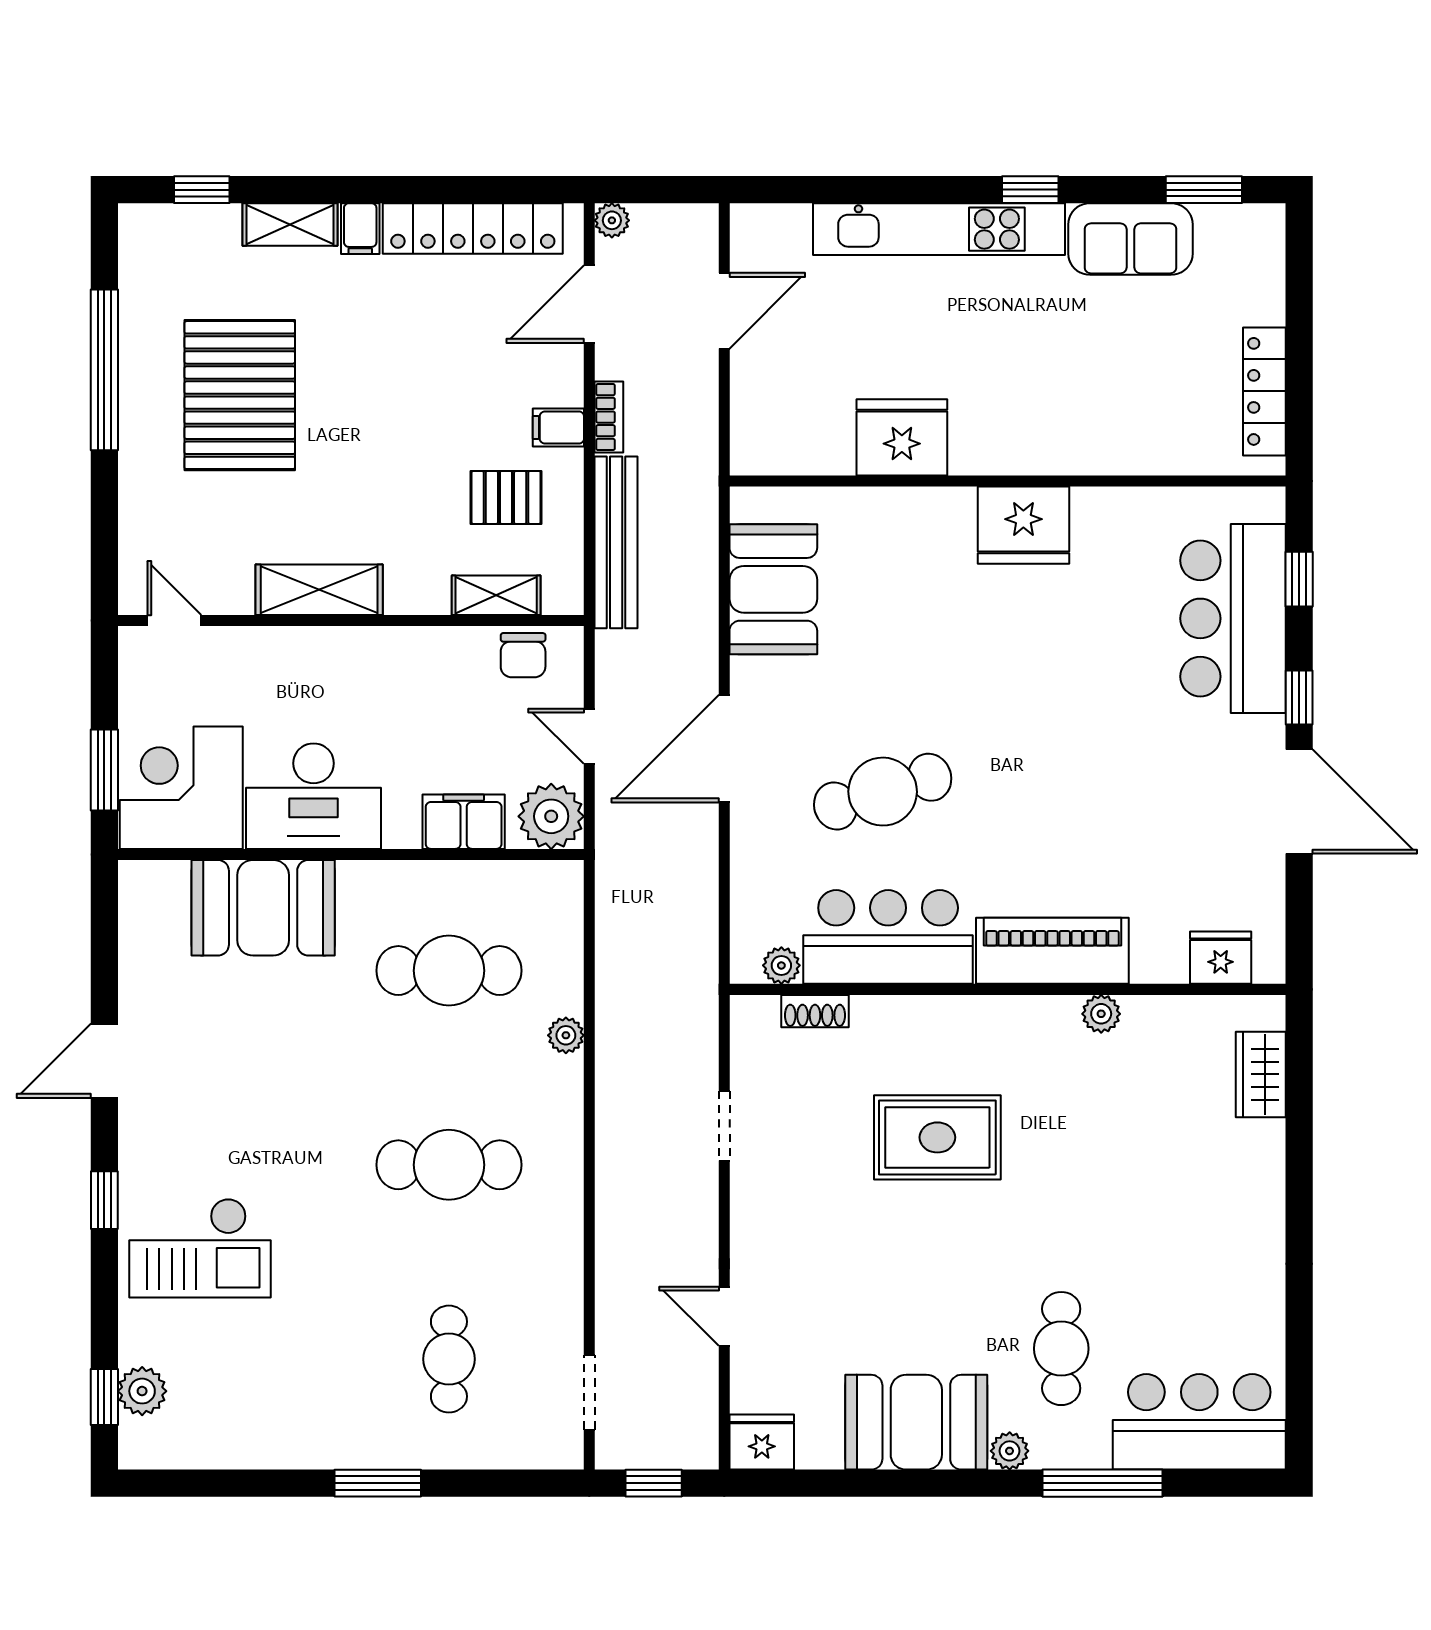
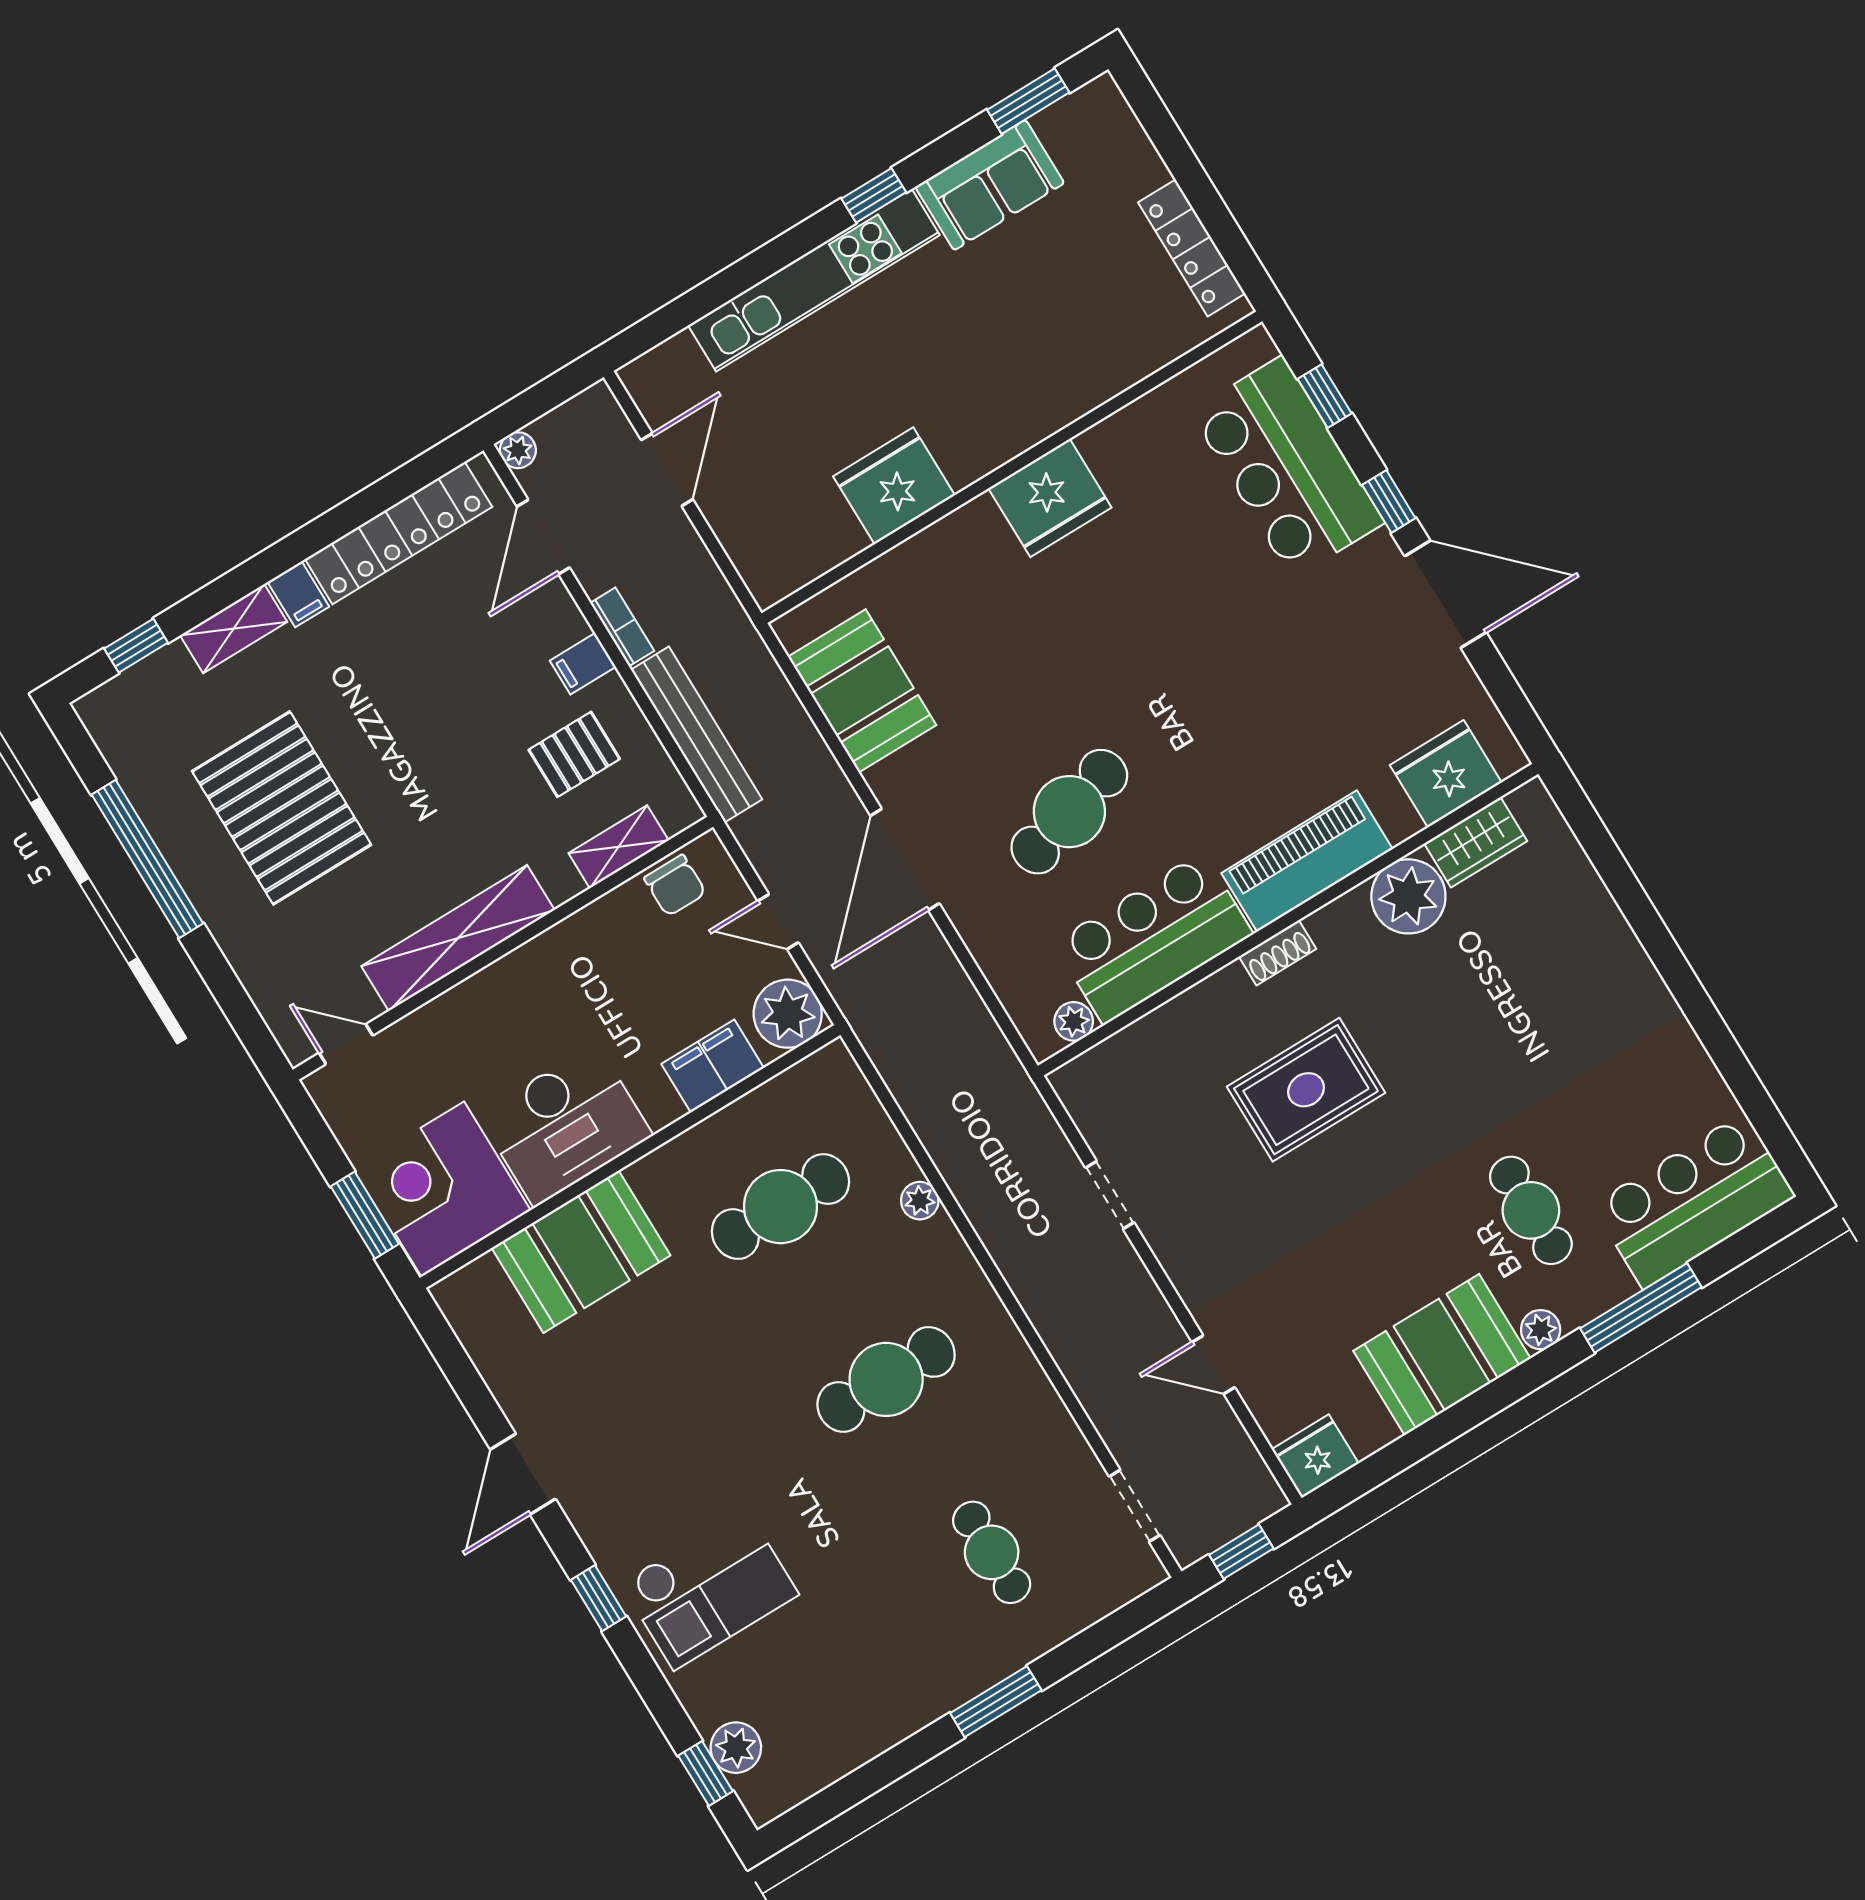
shelving: (319, 590) -> (458, 938), width x1.47
fridge: (1221, 958) -> (1446, 774), width x1.36, depth x1.34
shoe rack: (815, 1011) -> (1278, 953), moved
plant: (1101, 1014) -> (1408, 896), width x1.87, depth x1.87
wardrobe: (1261, 1074) -> (1476, 842), moved, turned -90

